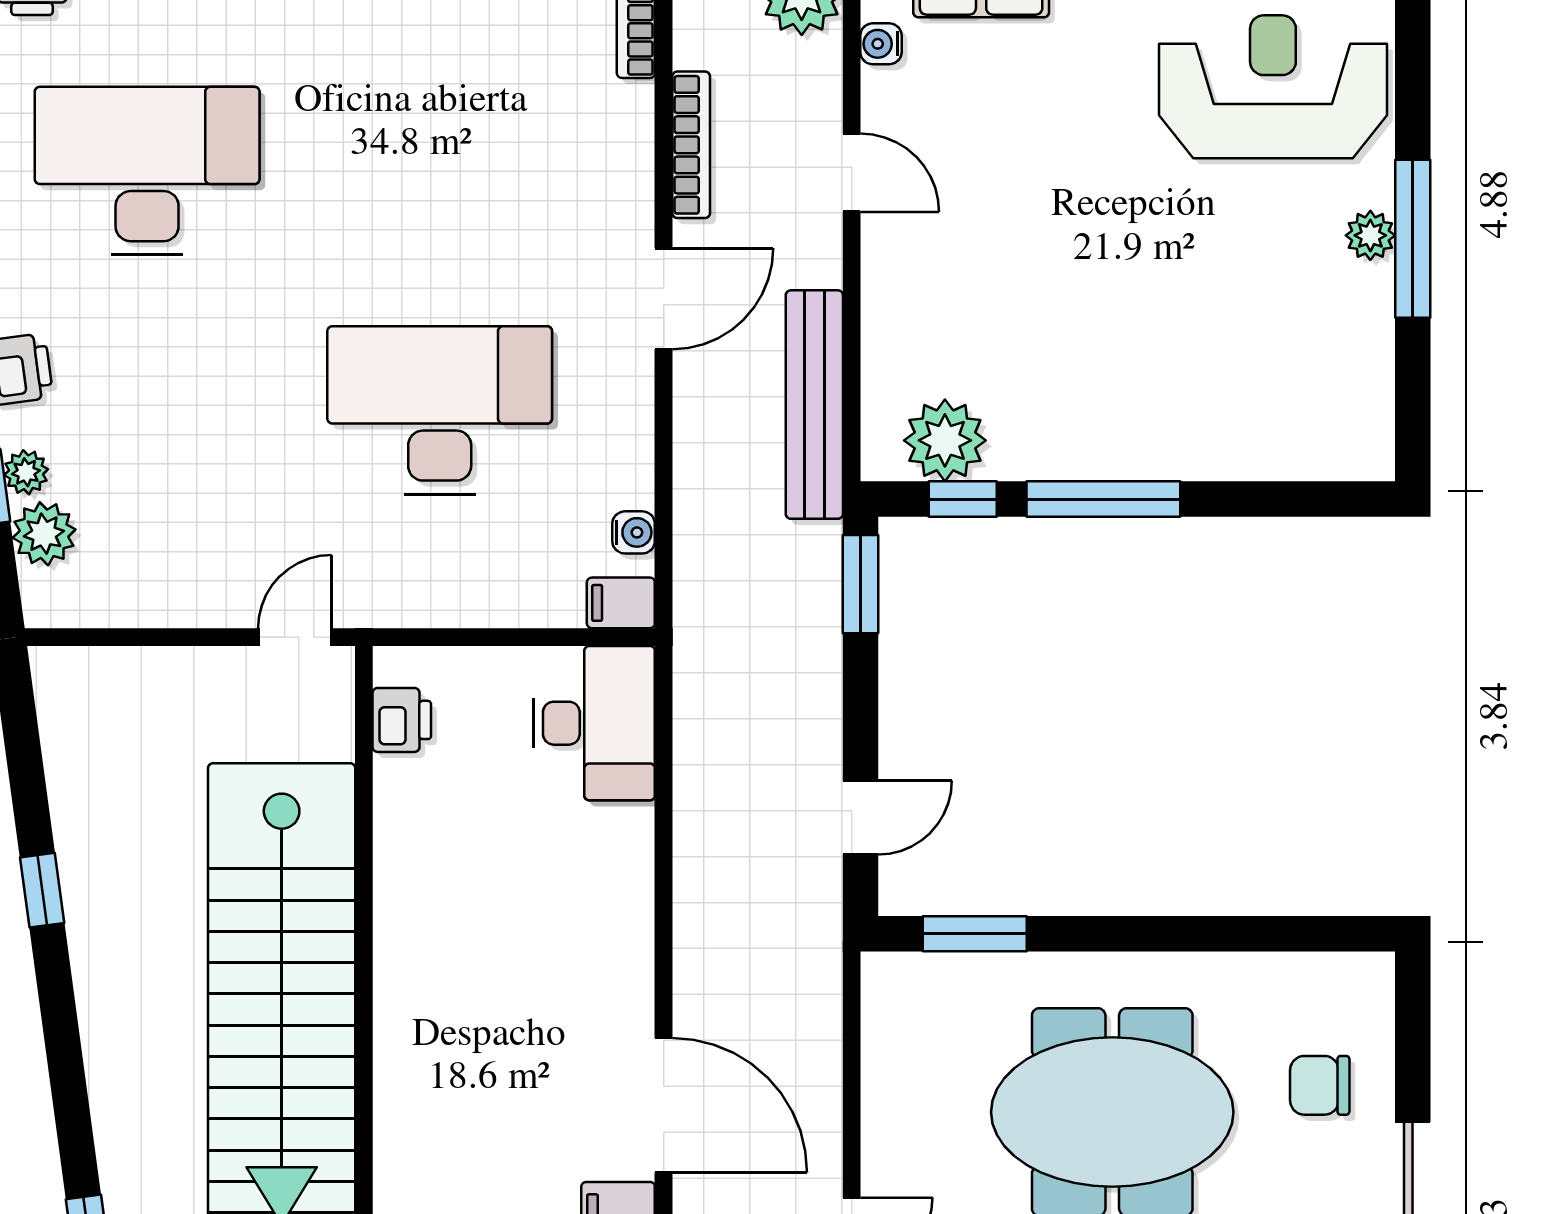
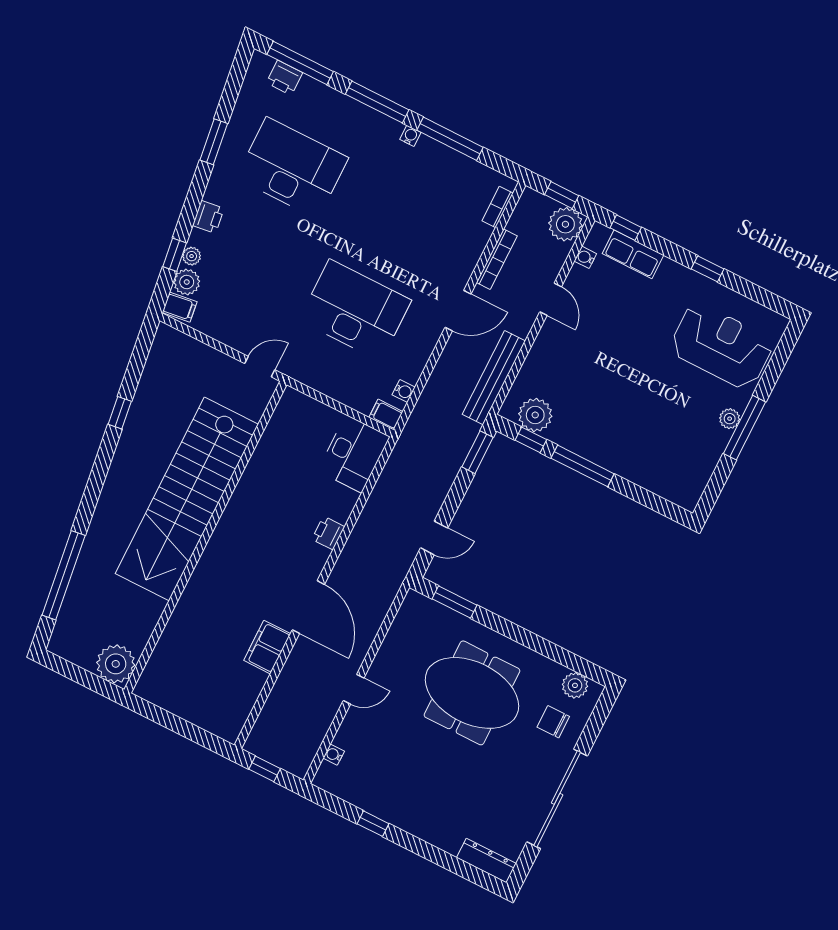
filing cabinet: (56, 596) -> (180, 307), added
printer: (402, 720) -> (328, 533), moved, turned 180
plant: (1327, 983) -> (575, 685), added

